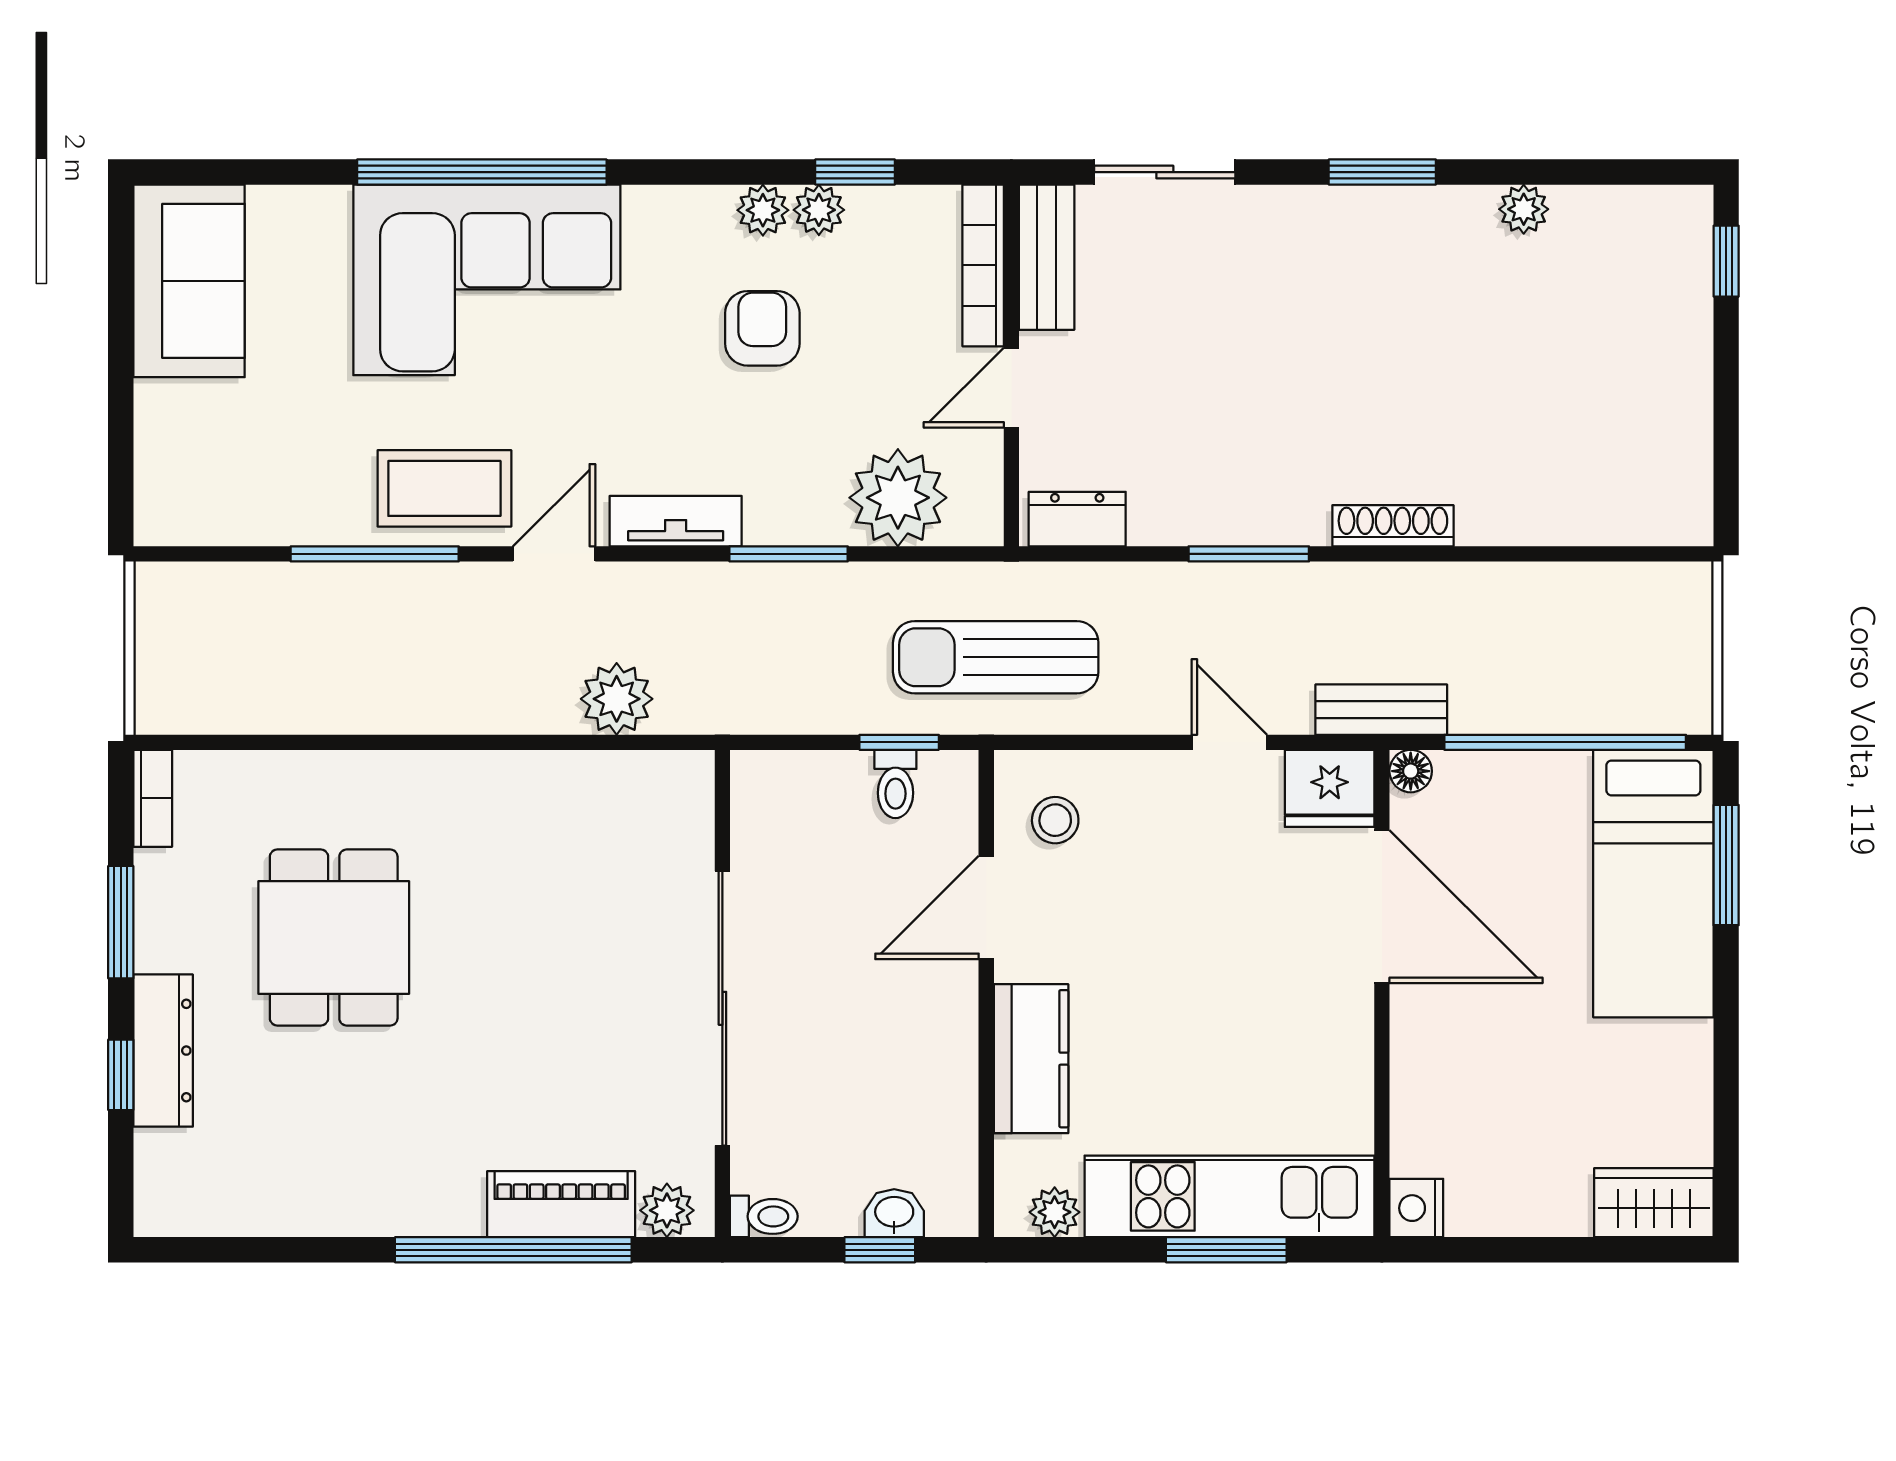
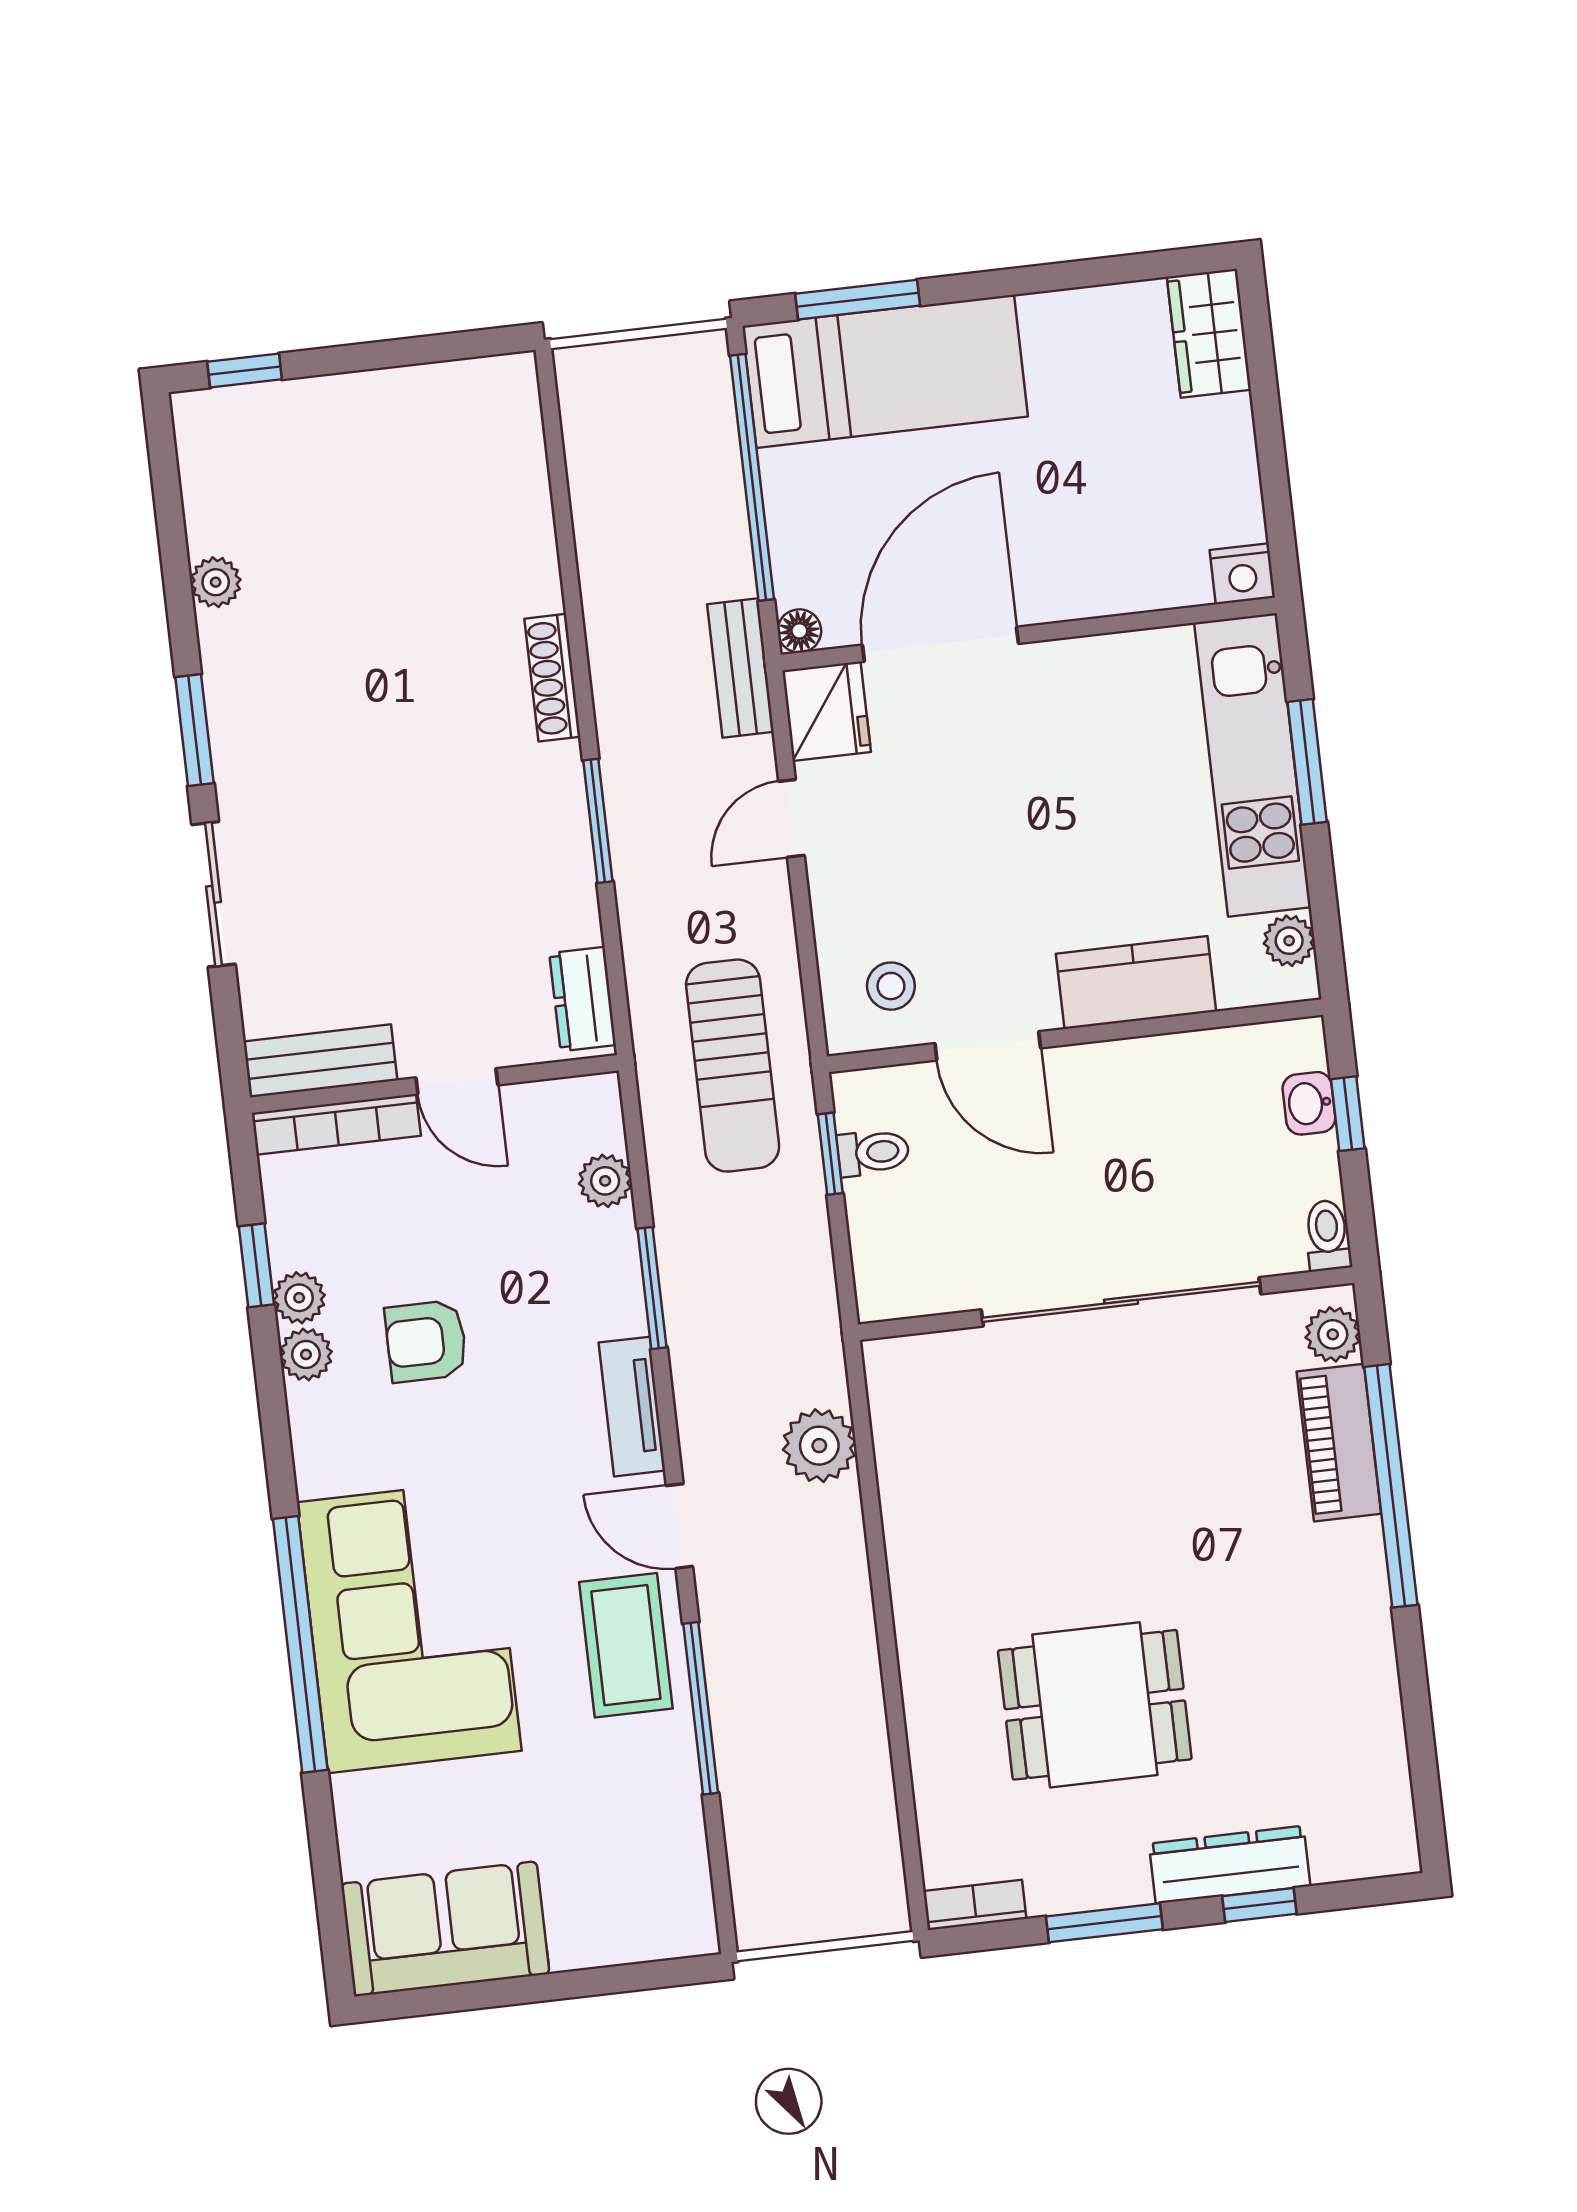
sliding door: (1165, 172) -> (213, 894), moved
plant: (898, 498) -> (605, 1181), width x0.53, depth x0.53

